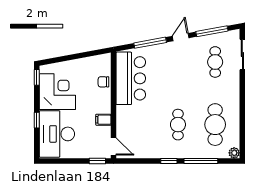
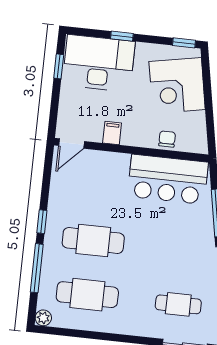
corner desk: (57, 92) -> (177, 86), moved, turned 80
cafe table: (178, 125) -> (93, 240), width x1.37, depth x1.35
window: (97, 161) -> (59, 66), moved

